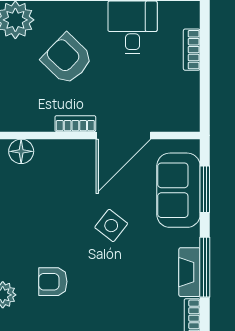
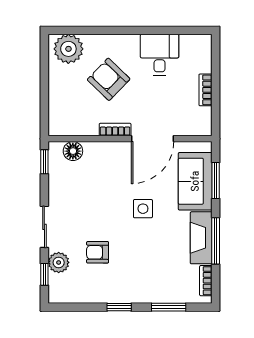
bookcase: (192, 50) -> (205, 90), moved
side table: (111, 226) -> (143, 209), turned -38
fireplace: (189, 272) -> (201, 238), width x1.37, depth x1.32

